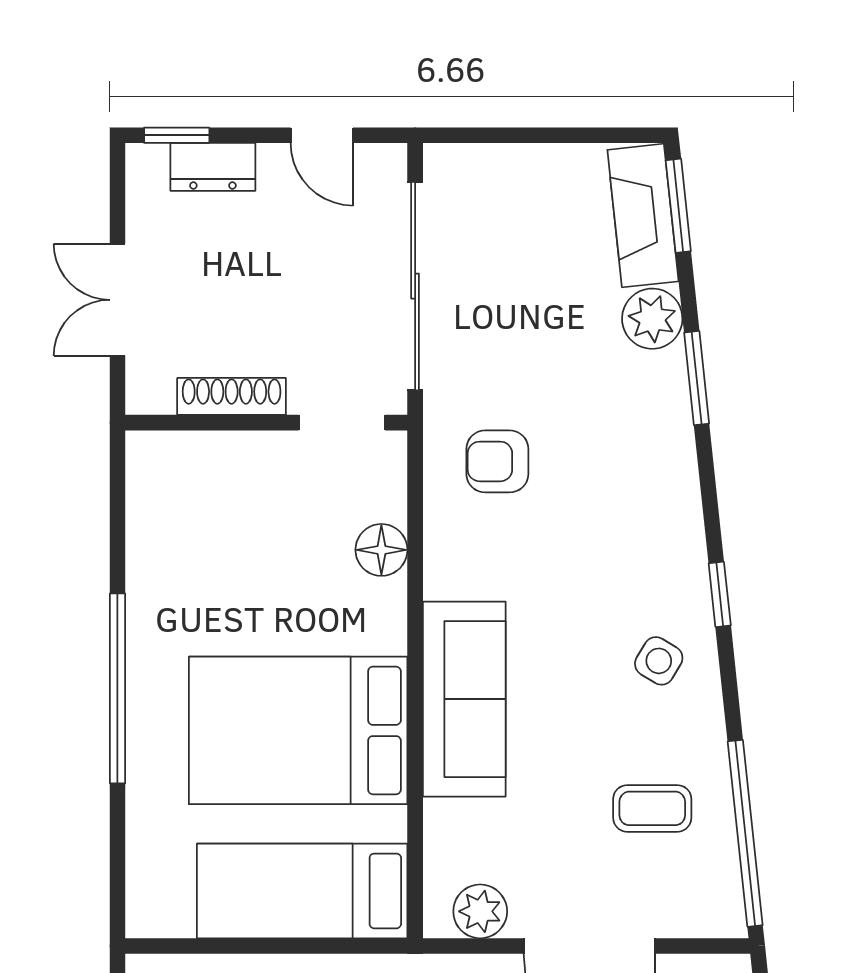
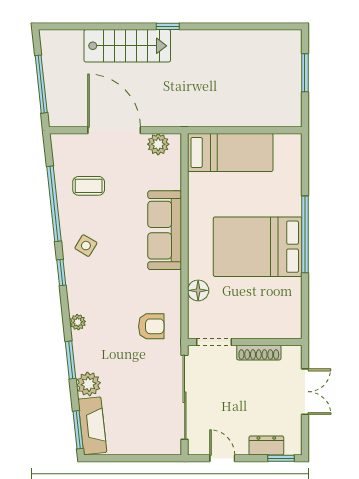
plant: (679, 472) -> (78, 322), added
bed: (298, 730) -> (258, 247), moved, turned 180
window: (745, 833) -> (54, 204), moved

